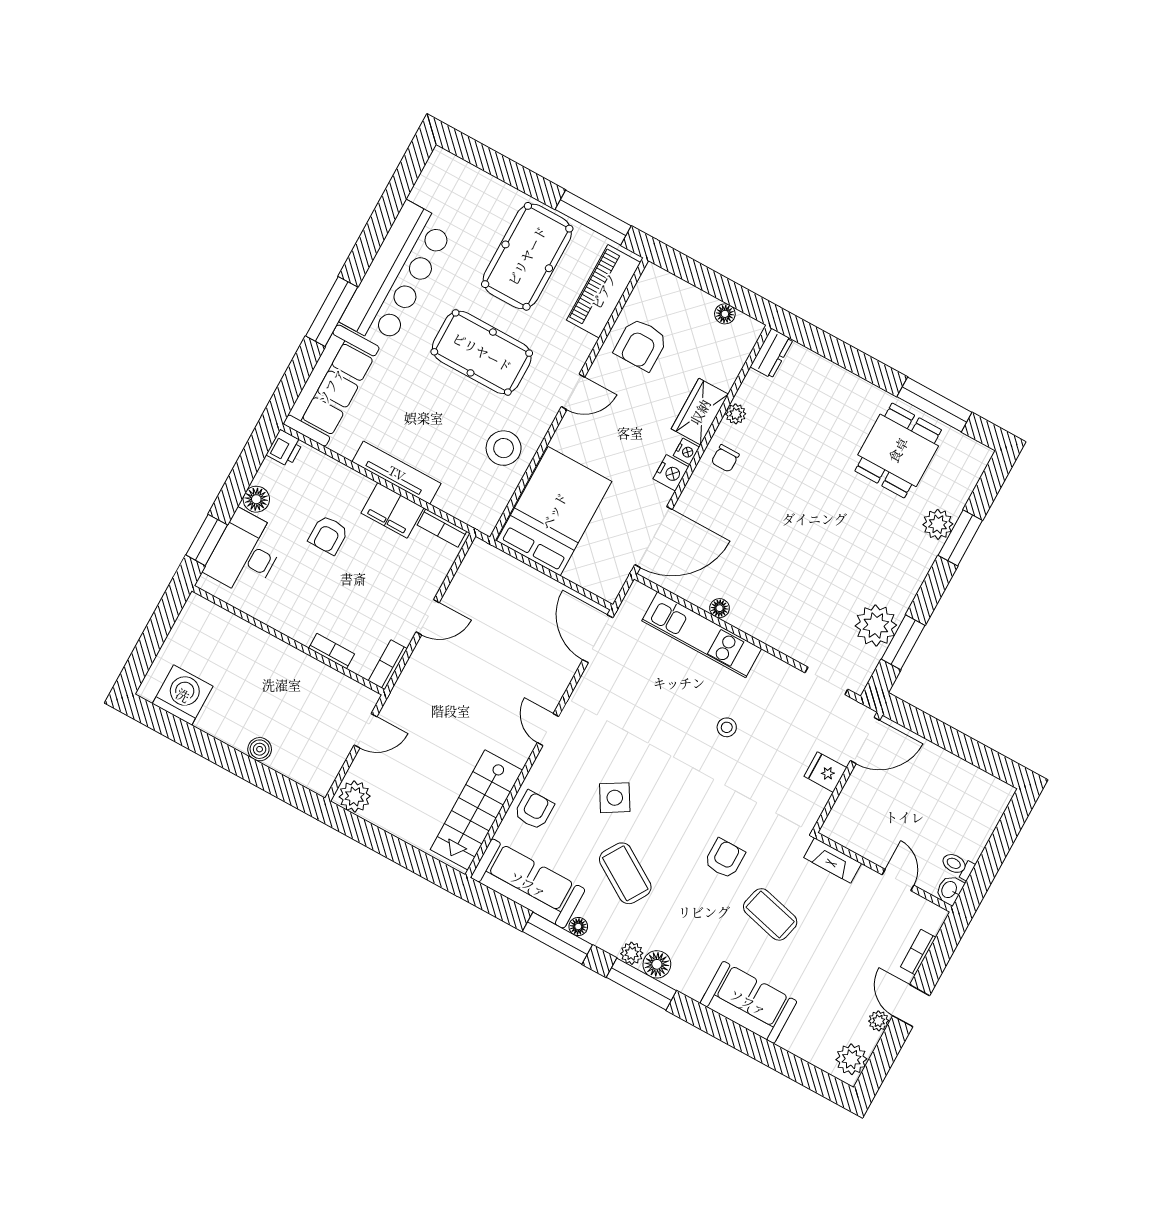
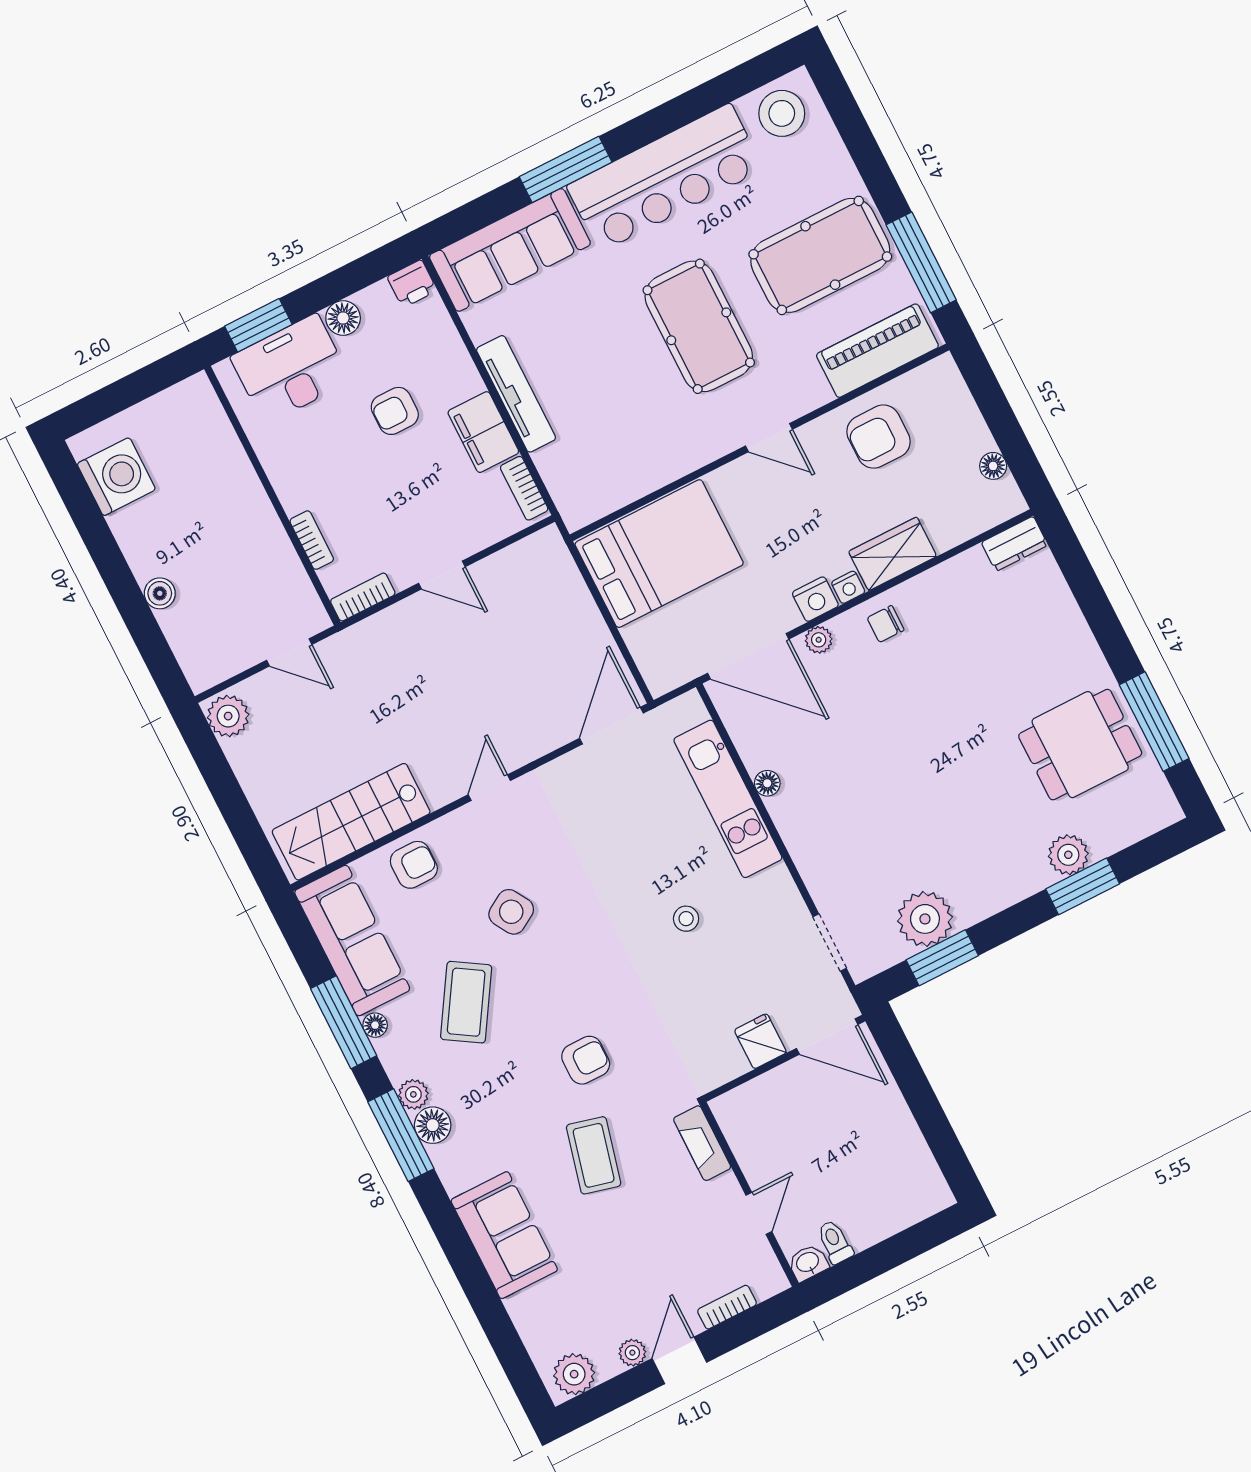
plant: (736, 414) -> (819, 640), moved
stool: (504, 448) -> (782, 113), moved

